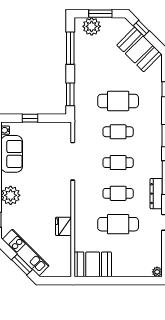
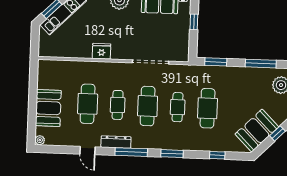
cafe table: (118, 163) -> (148, 106), width x1.37, depth x1.35
fridge: (64, 226) -> (101, 51), moved
booth: (93, 264) -> (48, 108), moved

